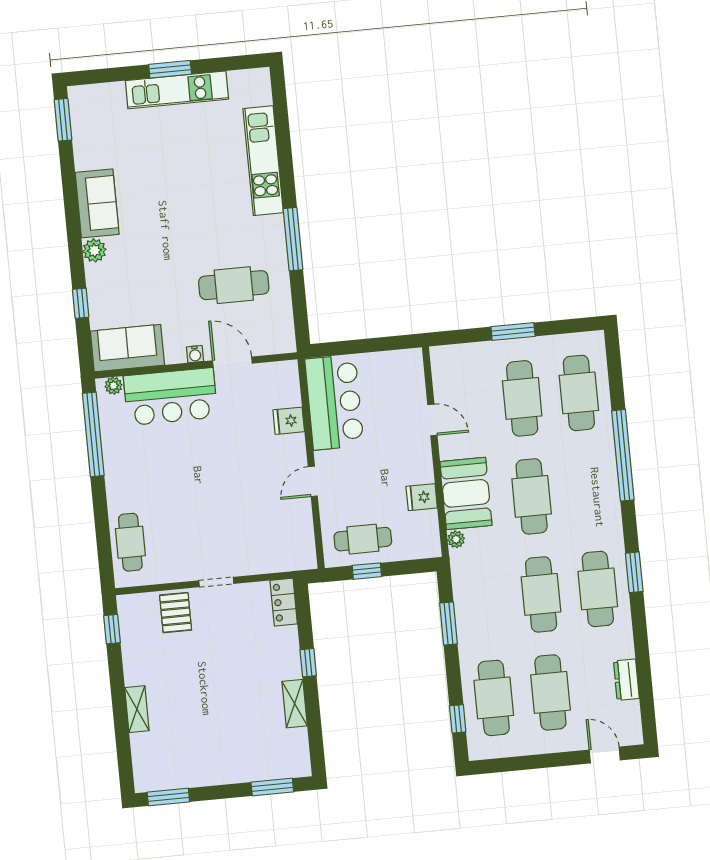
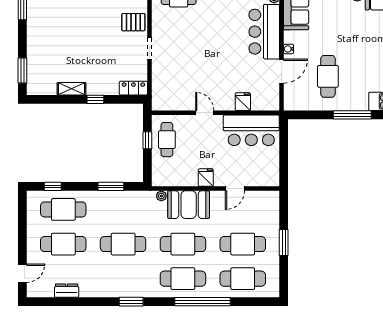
fridge: (422, 497) -> (206, 178), moved
cafe table: (598, 589) -> (183, 279), moved

